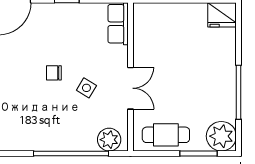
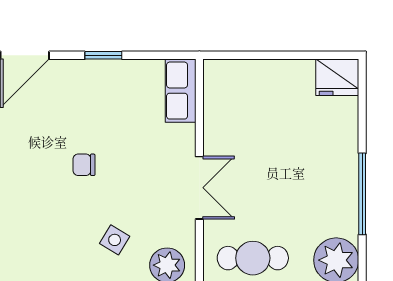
side table: (86, 88) -> (115, 240), moved

